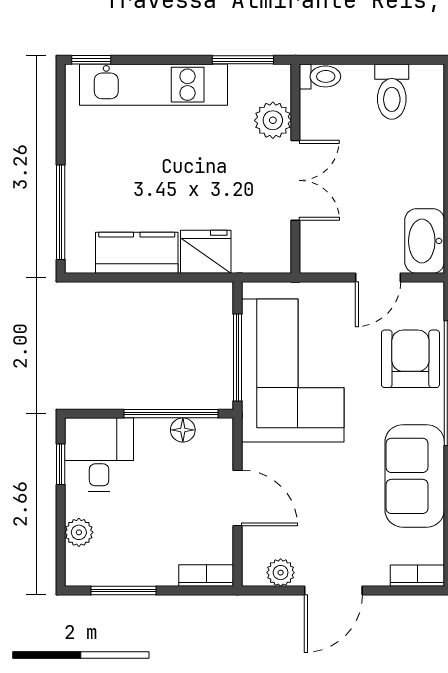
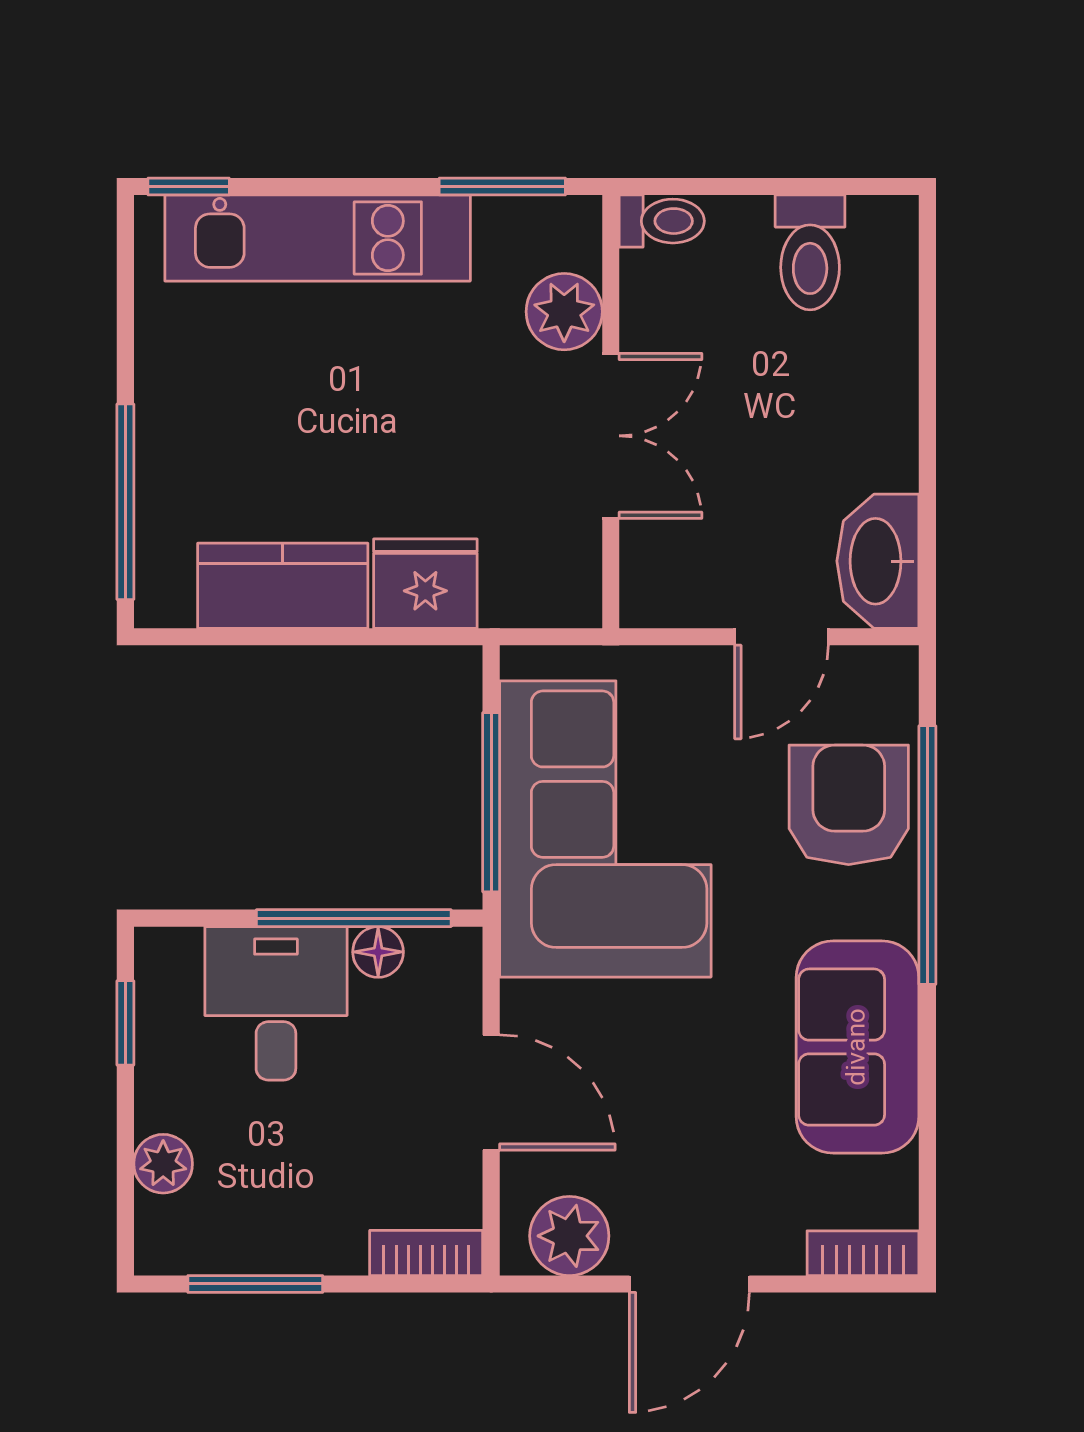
desk: (99, 455) -> (276, 1003), moved
plant: (281, 573) -> (569, 1236), width x1.38, depth x1.38

